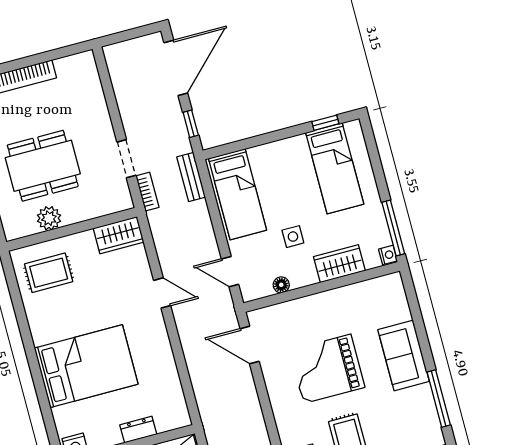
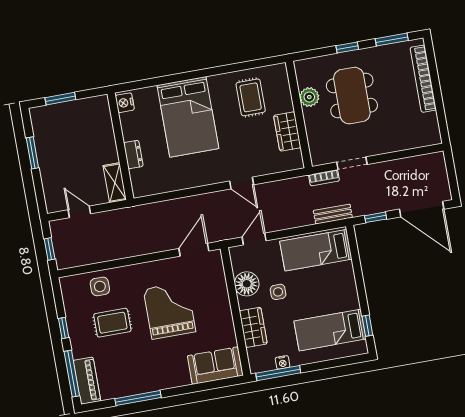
wardrobe: (118, 235) -> (287, 131), moved
nightstand: (388, 255) -> (283, 362), moved
rug: (49, 273) -> (251, 97), moved
floor lamp: (281, 285) -> (247, 284), width x1.89, depth x1.89
door: (162, 293) -> (242, 183), hinge flipped
sofa: (404, 355) -> (215, 366), moved

